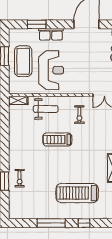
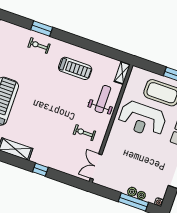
weight bench: (46, 109) -> (103, 99), turned 180
treadmill: (57, 140) -> (75, 68), moved, turned 90

